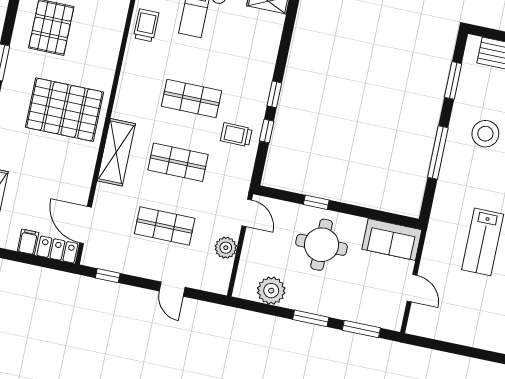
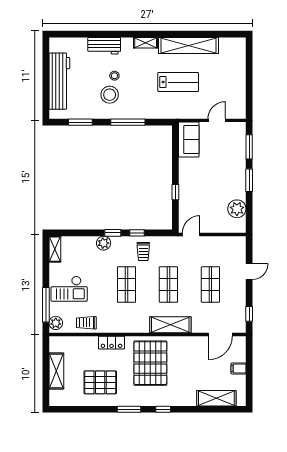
round table: (322, 245) -> (201, 183), removed
plant: (226, 248) -> (104, 243), moved
locker: (57, 250) -> (111, 343), moved, turned -90

